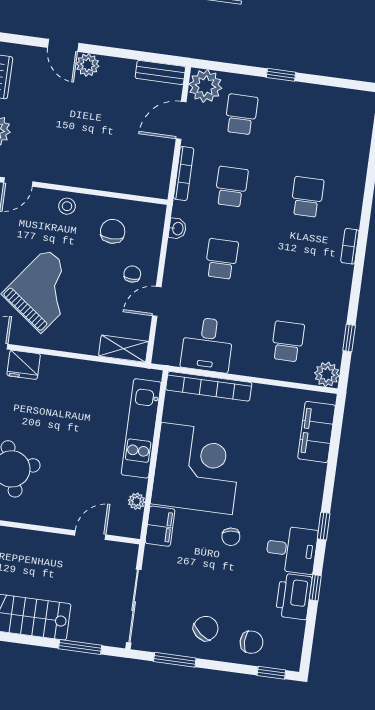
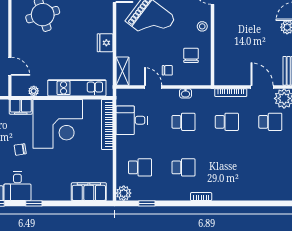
school desk: (307, 197) -> (183, 167), moved
washbasin: (177, 229) -> (185, 93), moved
chair: (113, 231) -> (191, 55), turned -90
fridge: (24, 365) -> (105, 43), moved

